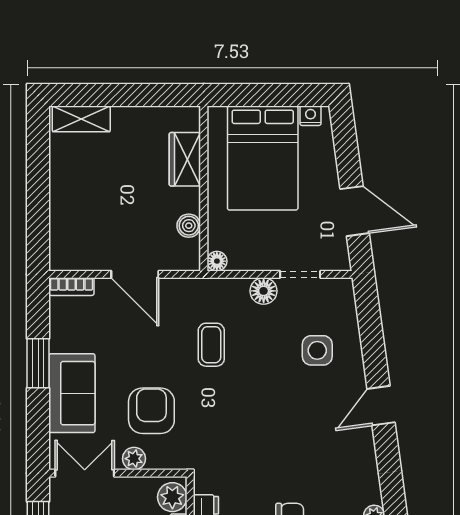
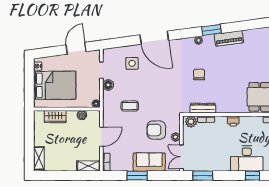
shelving: (62, 242) -> (88, 166), added
door: (381, 406) -> (154, 38), width x1.87

